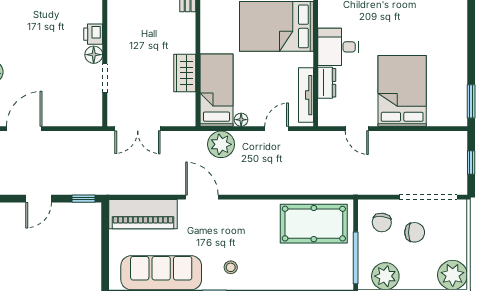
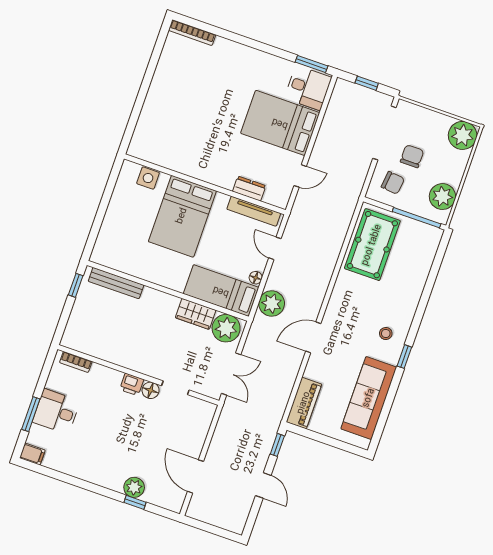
desk: (338, 47) -> (308, 88), moved, turned -90
plant: (181, 108) -> (226, 328), added
piano: (143, 214) -> (304, 403), width x0.73, depth x0.75

